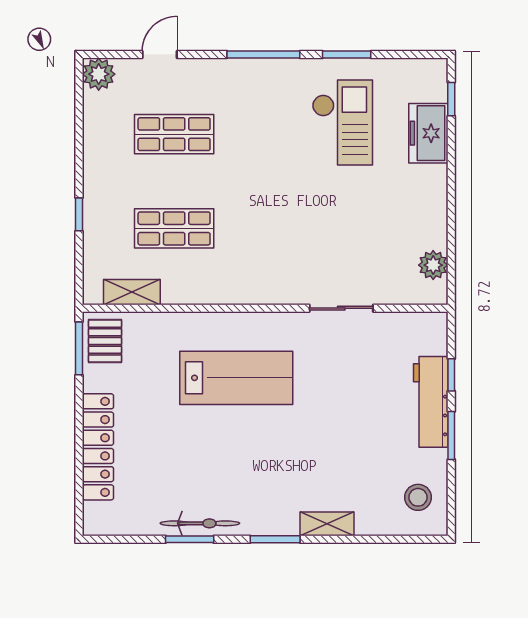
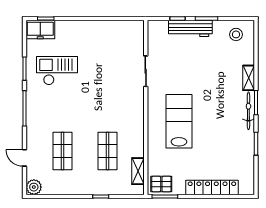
freezer: (428, 133) -> (40, 30), moved
plant: (433, 265) -> (125, 27), removed
bicycle: (200, 523) -> (248, 111), moved

